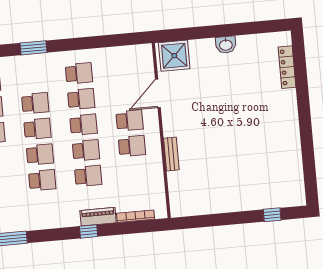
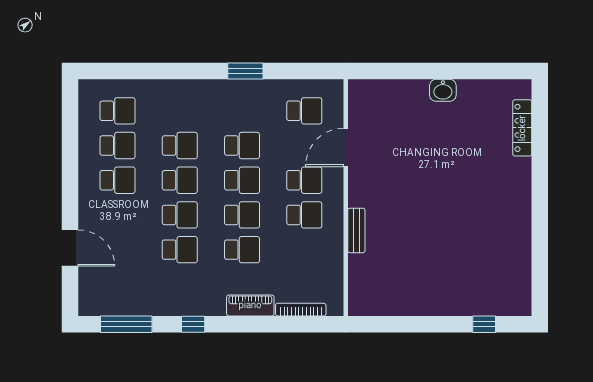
window: (33, 48) -> (245, 71), moved
shower: (174, 56) -> (372, 99), removed
school desk: (79, 73) -> (304, 111), moved
window: (89, 231) -> (193, 324), moved

